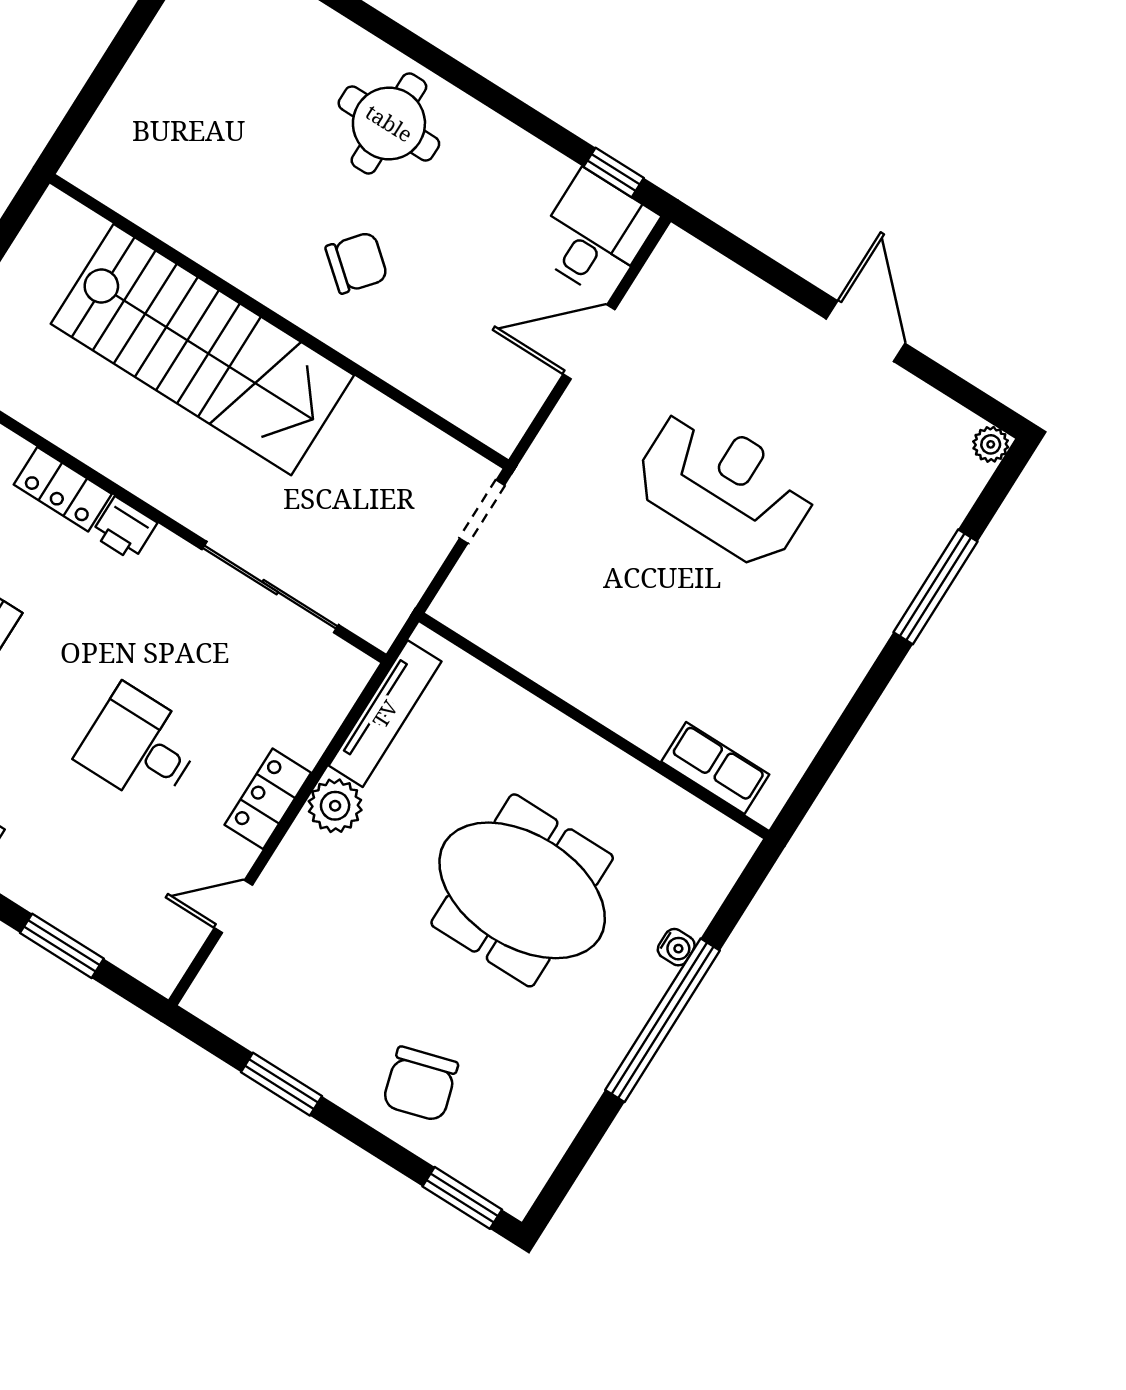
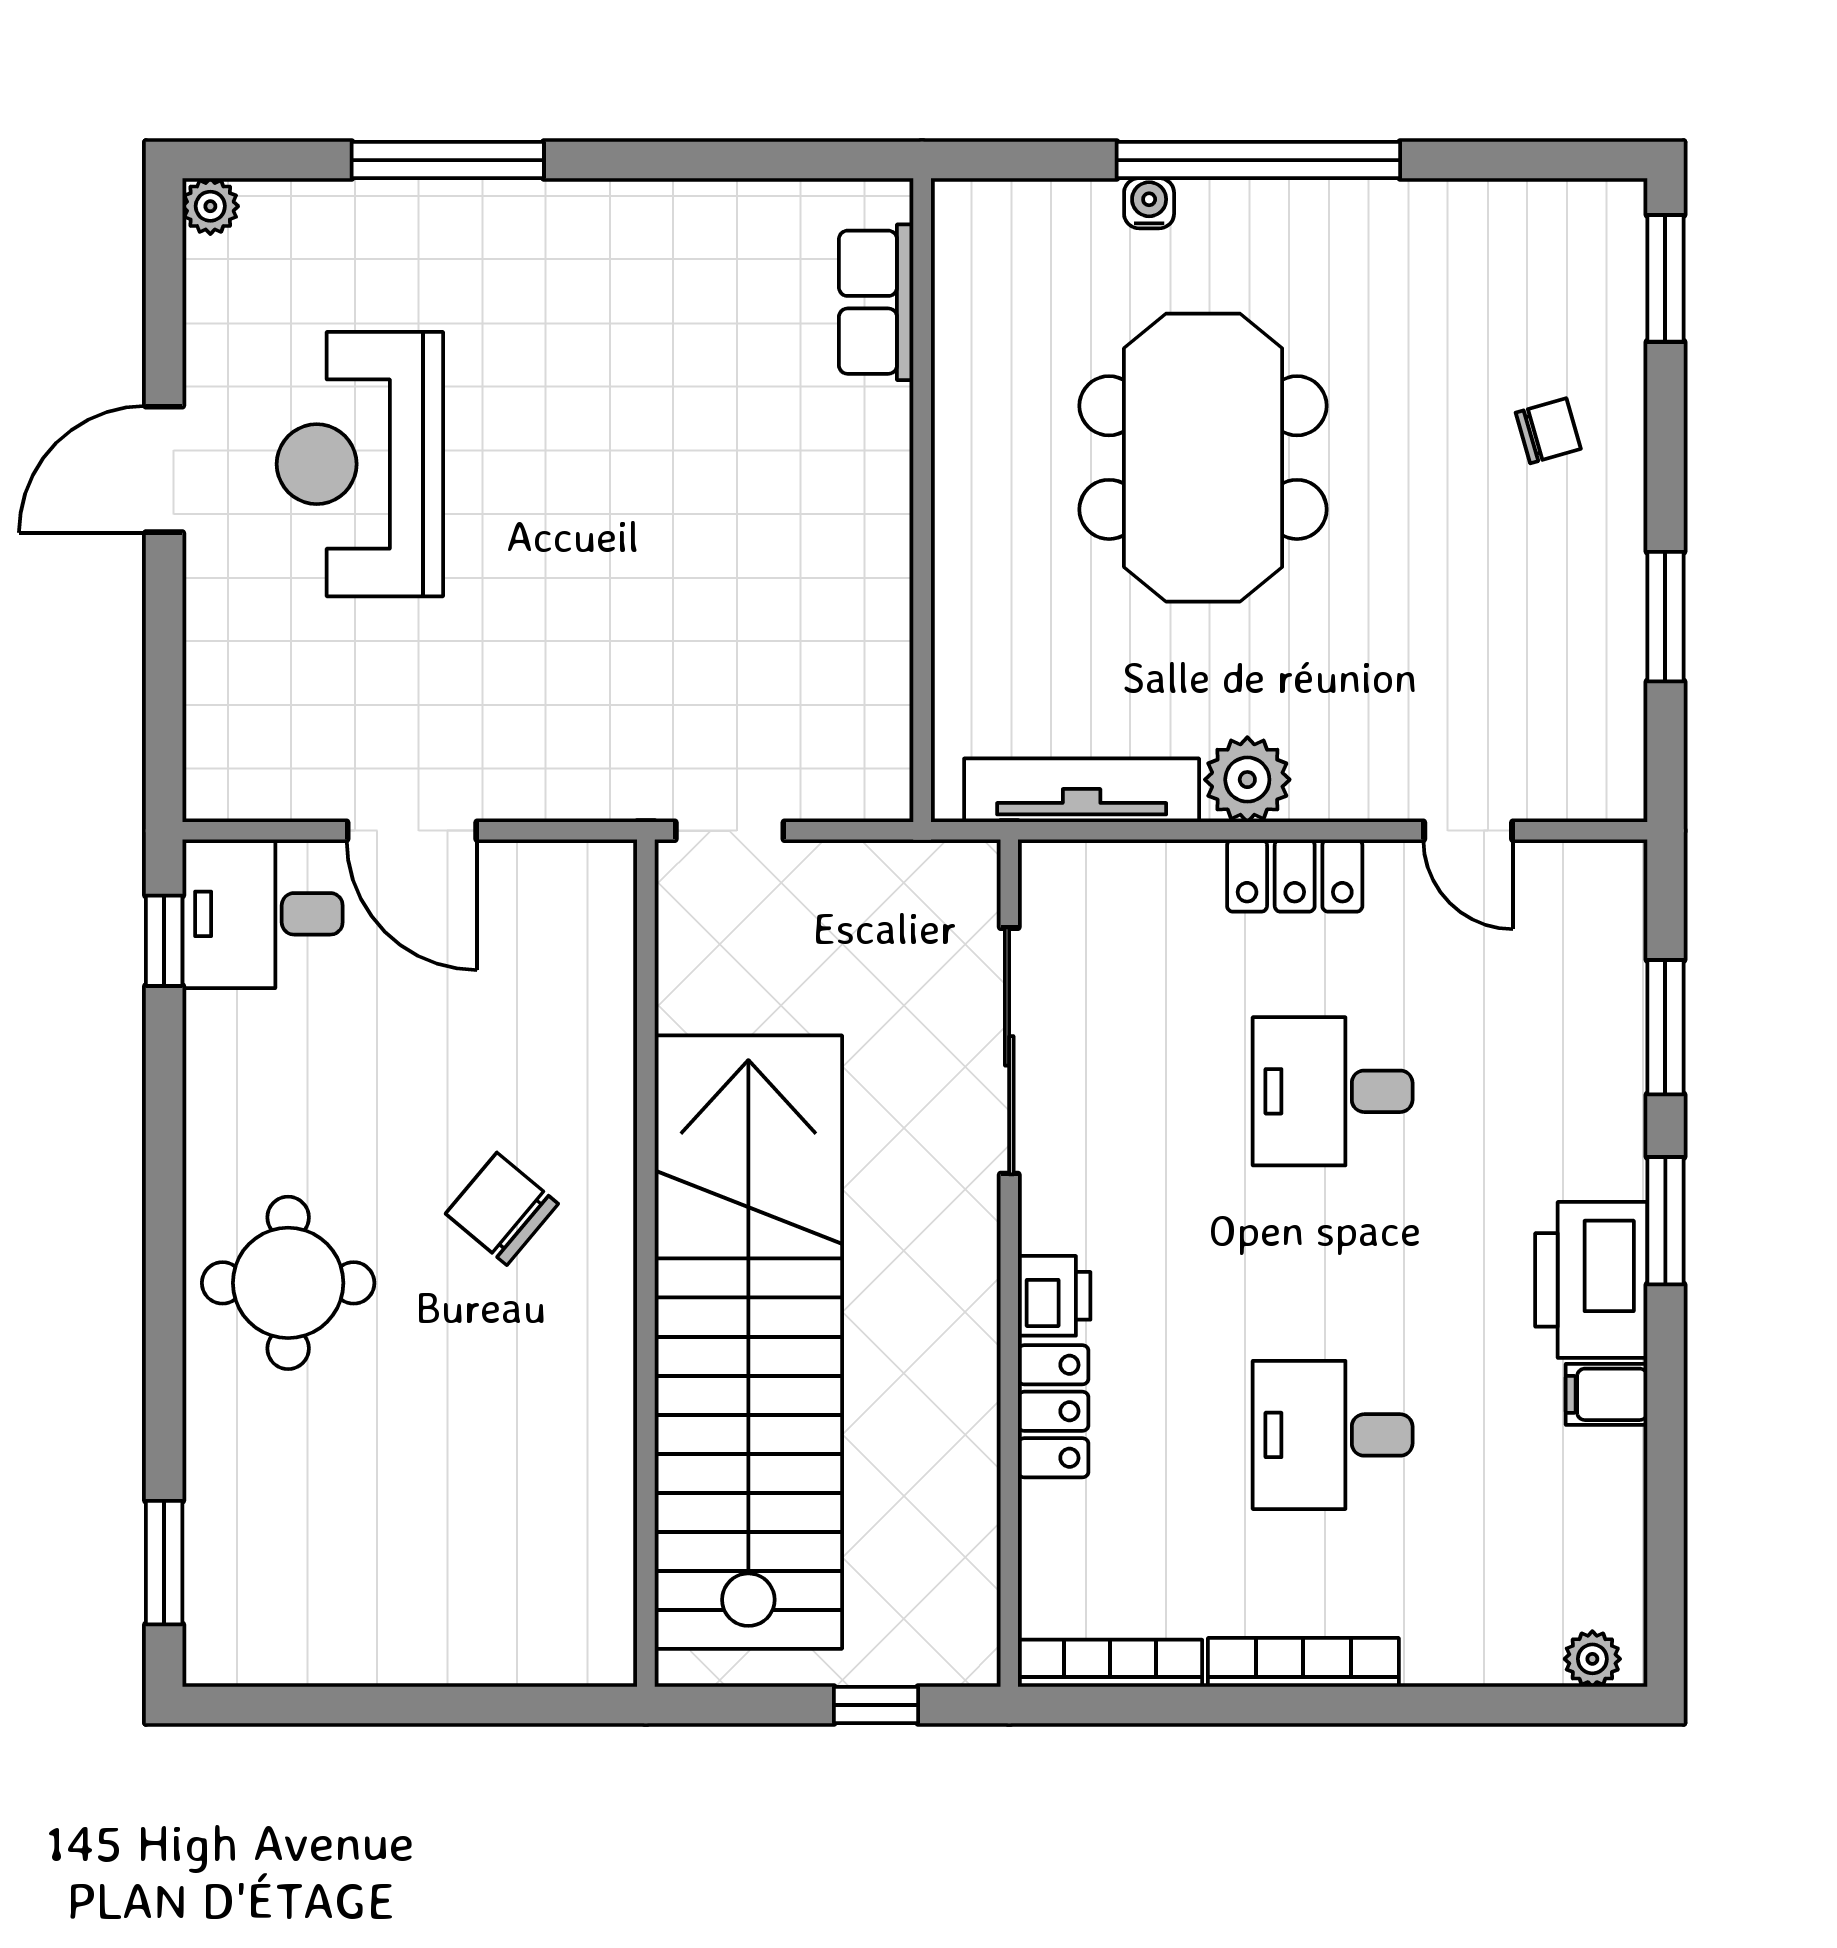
stairs: (202, 350) -> (748, 1342), width x1.36
reception desk: (725, 487) -> (360, 464), moved
desk: (140, 746) -> (1333, 1091), turned 90
chair: (420, 1084) -> (1548, 431), width x0.54, depth x0.54

